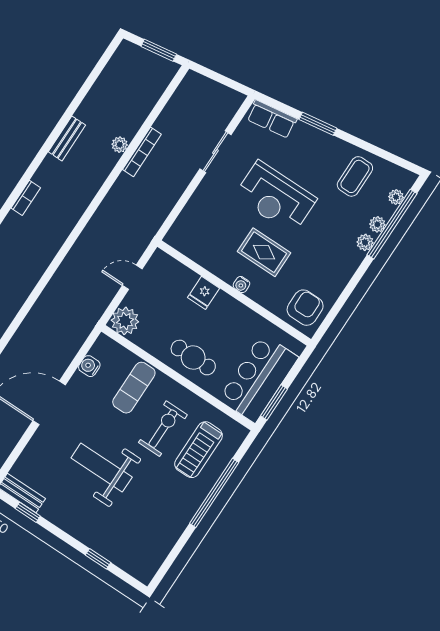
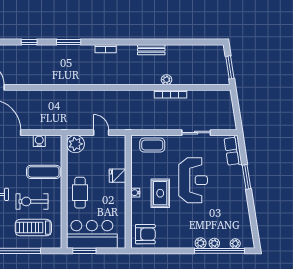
coffee table: (355, 176) -> (152, 145), moved
reception desk: (275, 197) -> (193, 180), turned 180
exercise bike: (163, 429) -> (32, 201), turned 180

